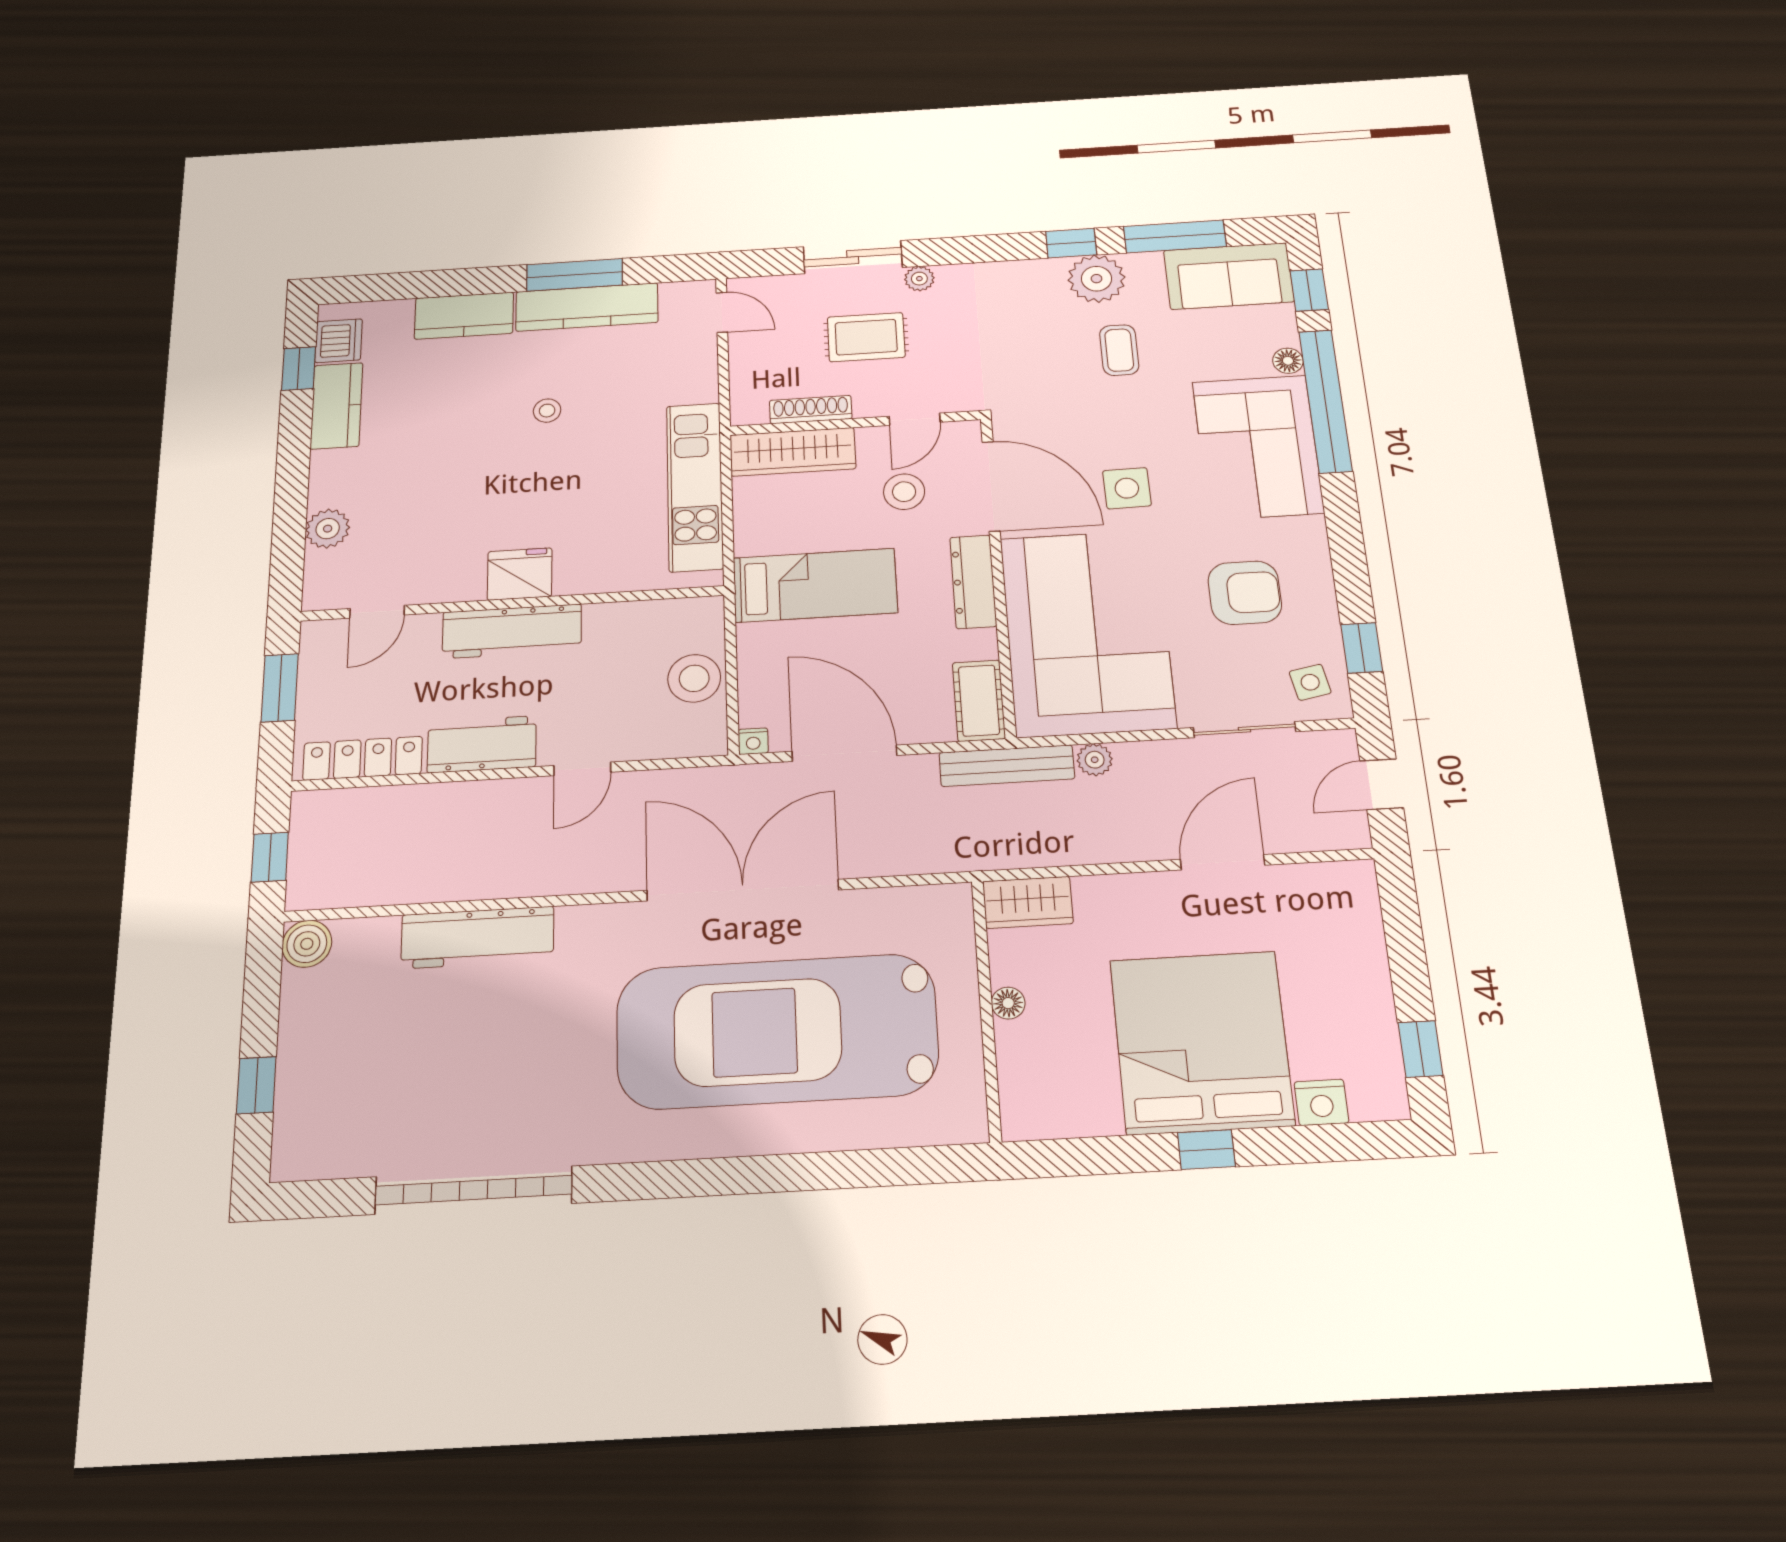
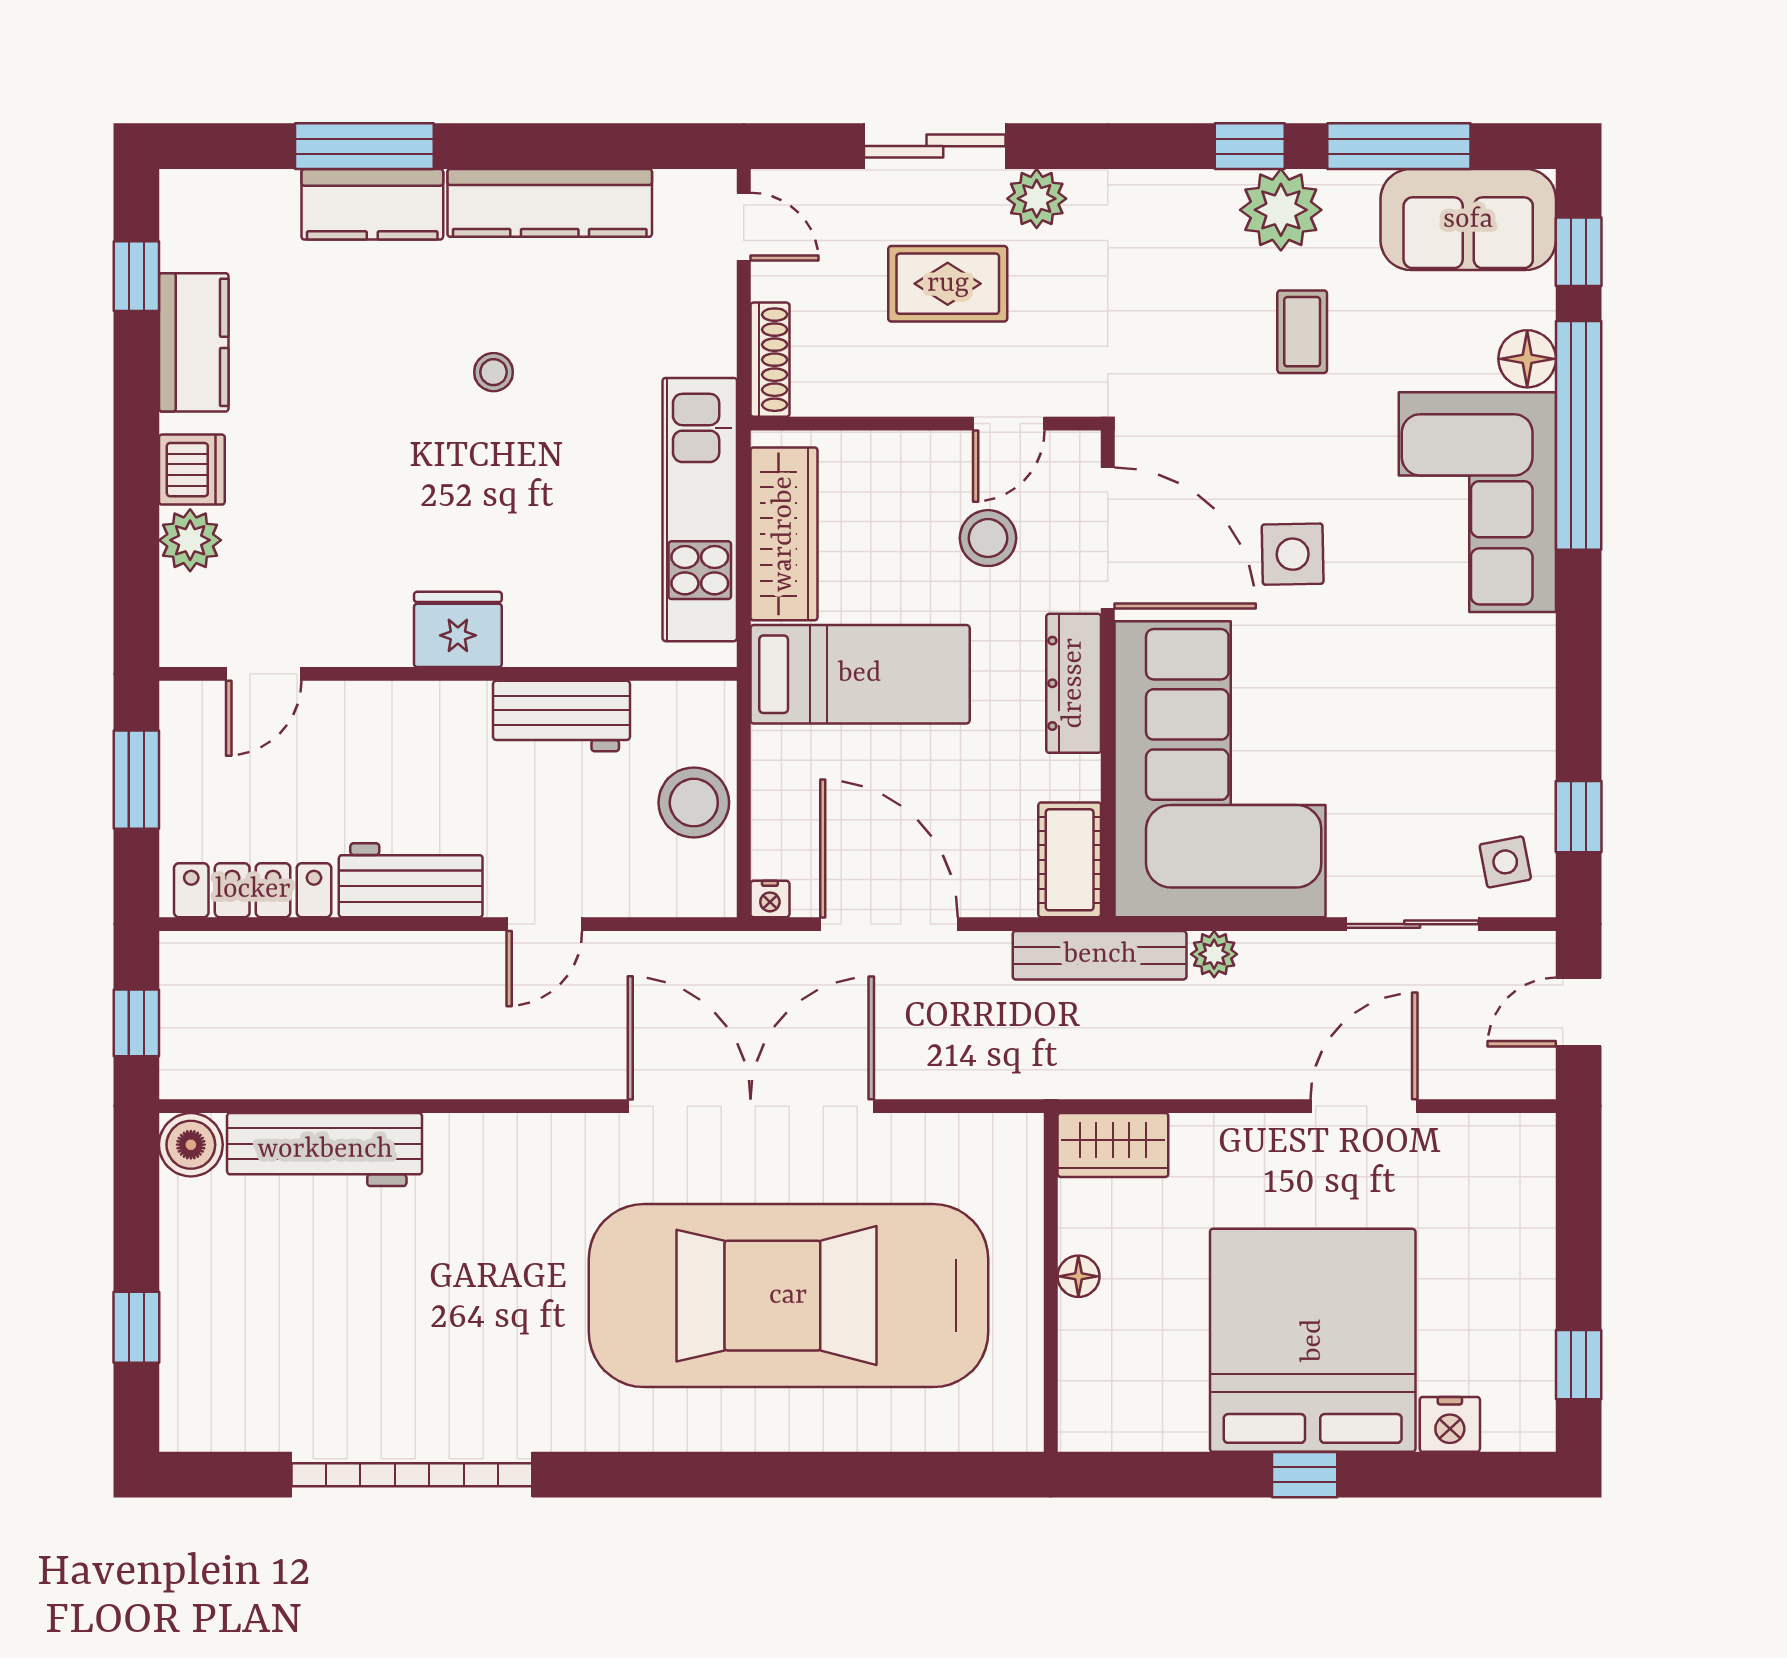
window: (575, 275) -> (364, 146), moved
plant: (919, 279) -> (1037, 199), width x1.38, depth x1.38
dishwasher: (339, 341) -> (192, 470), moved
floor lamp: (1288, 361) -> (1527, 359), width x1.37, depth x1.37
shoe rack: (811, 410) -> (770, 360), moved, turned 90
wardrobe: (793, 452) -> (784, 534), moved, turned -90
armchair: (1245, 593) -> (1435, 725), removed
workbench: (512, 631) -> (561, 716), moved, width x0.73
workbench: (477, 938) -> (325, 1150), moved

